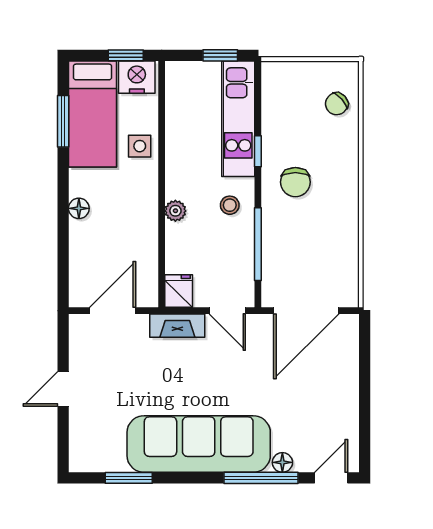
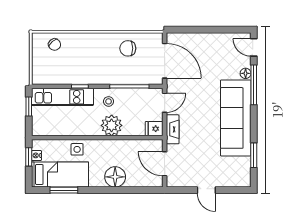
nightstand: (137, 77) -> (36, 155), width x0.53, depth x0.56
chair: (295, 182) -> (128, 48), moved, turned 180
floor lamp: (79, 208) -> (115, 177), width x1.89, depth x1.89
plant: (175, 211) -> (112, 125), width x1.88, depth x1.88

